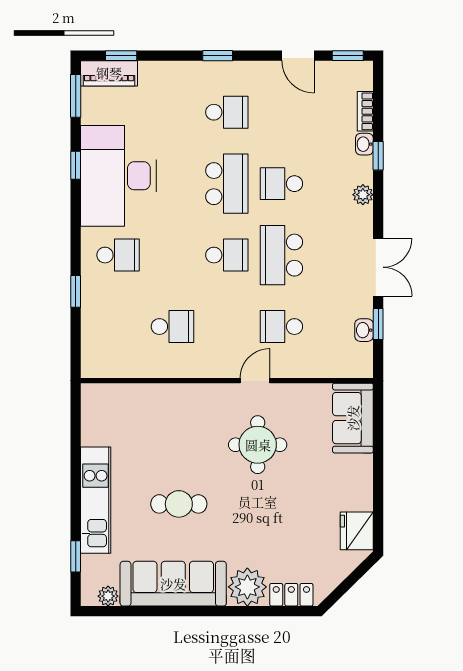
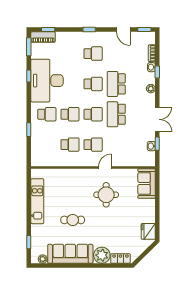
school desk: (227, 184) -> (93, 84), width x0.54
school desk: (281, 184) -> (116, 84), width x1.85
school desk: (172, 255) -> (70, 114), added
school desk: (281, 327) -> (93, 145), moved, turned 180
kitchen unit: (96, 500) -> (37, 201), moved

